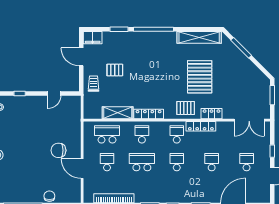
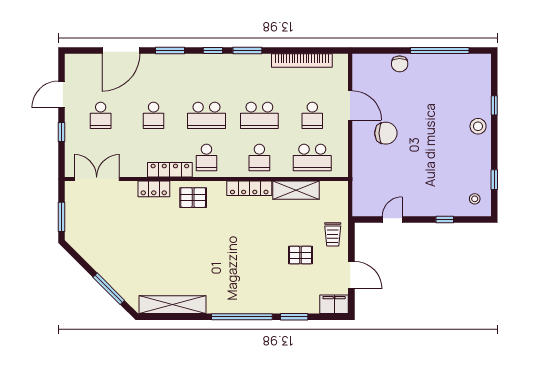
pallet: (200, 77) -> (172, 245), removed
school desk: (177, 162) -> (206, 115), width x1.85

